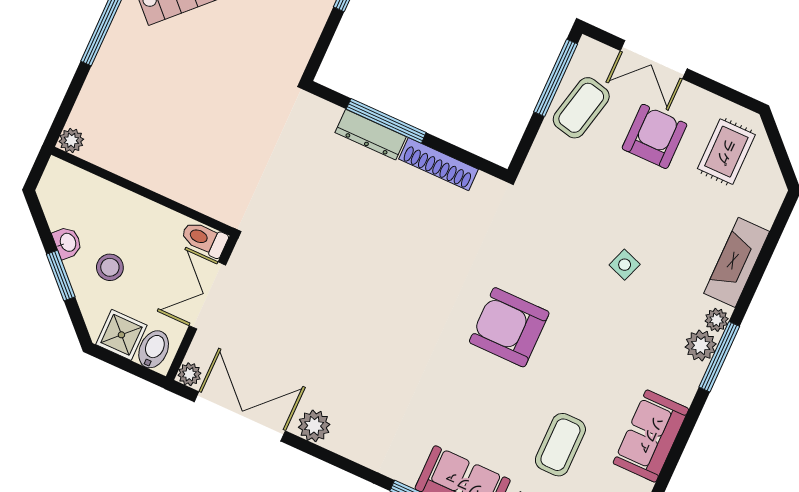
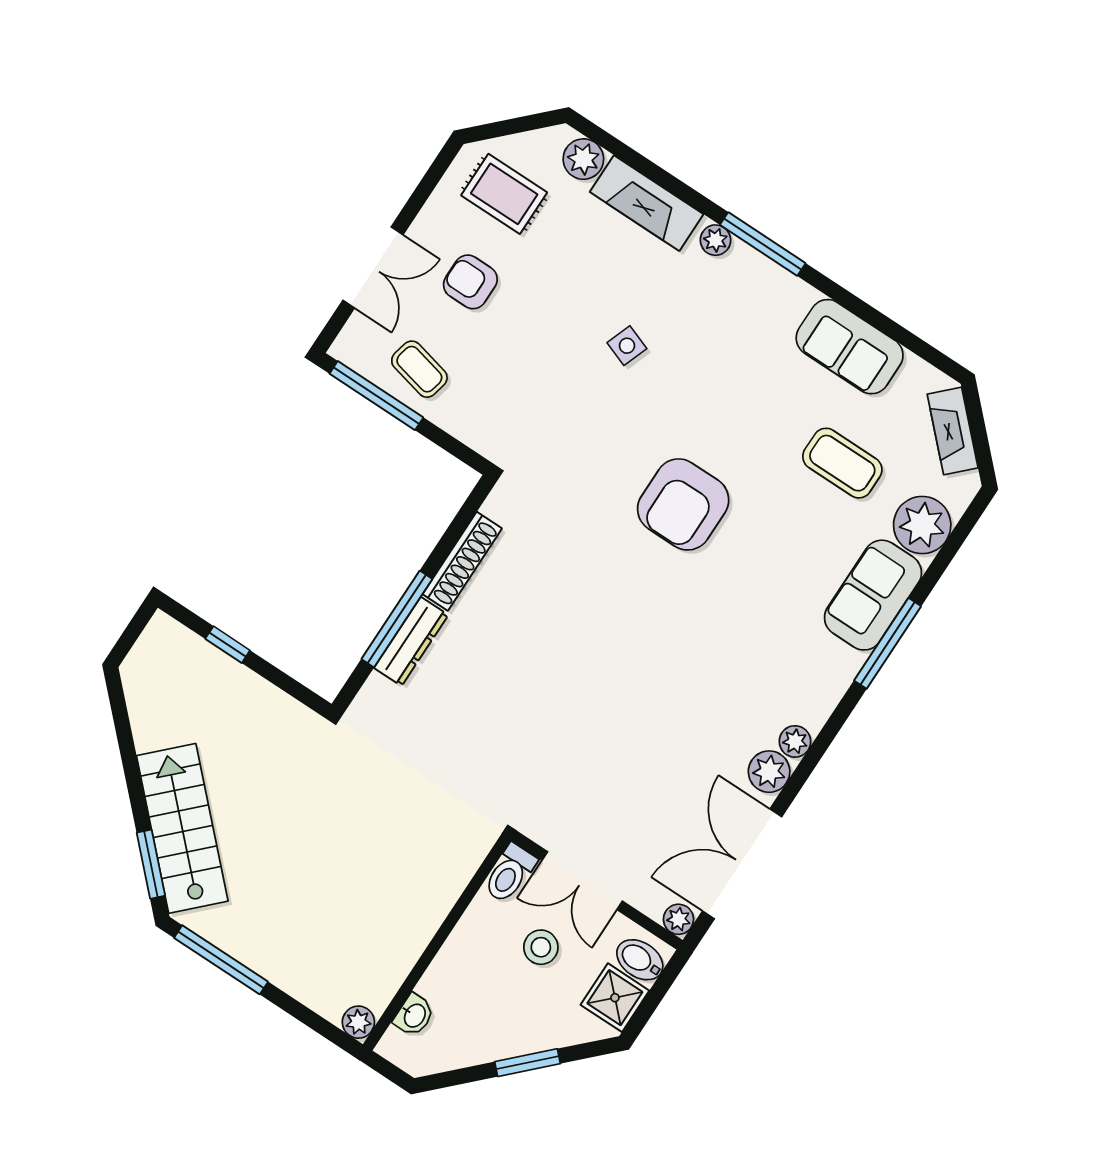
coffee table: (581, 108) -> (419, 369), width x0.73, depth x0.77
armchair: (654, 136) -> (470, 282), width x0.72, depth x0.72
washbasin: (67, 243) -> (414, 1015), moved, turned 135
stool: (110, 267) -> (541, 947), moved
plant: (701, 346) -> (583, 159), moved
plant: (341, 442) -> (795, 741), added

